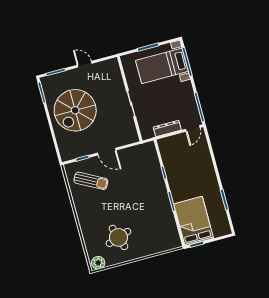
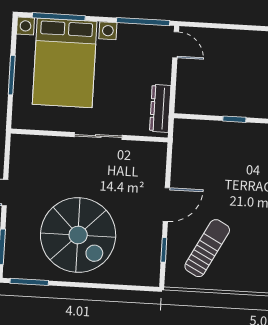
bed with nightstands: (162, 66) -> (65, 63), width x1.36
dresser: (167, 129) -> (160, 108), moved

